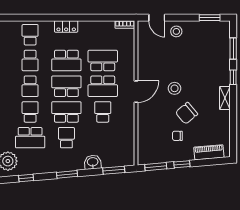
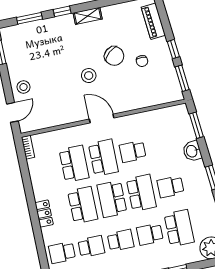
school desk: (103, 60) -> (74, 164), turned 180
school desk: (66, 112) -> (141, 193), turned 180

